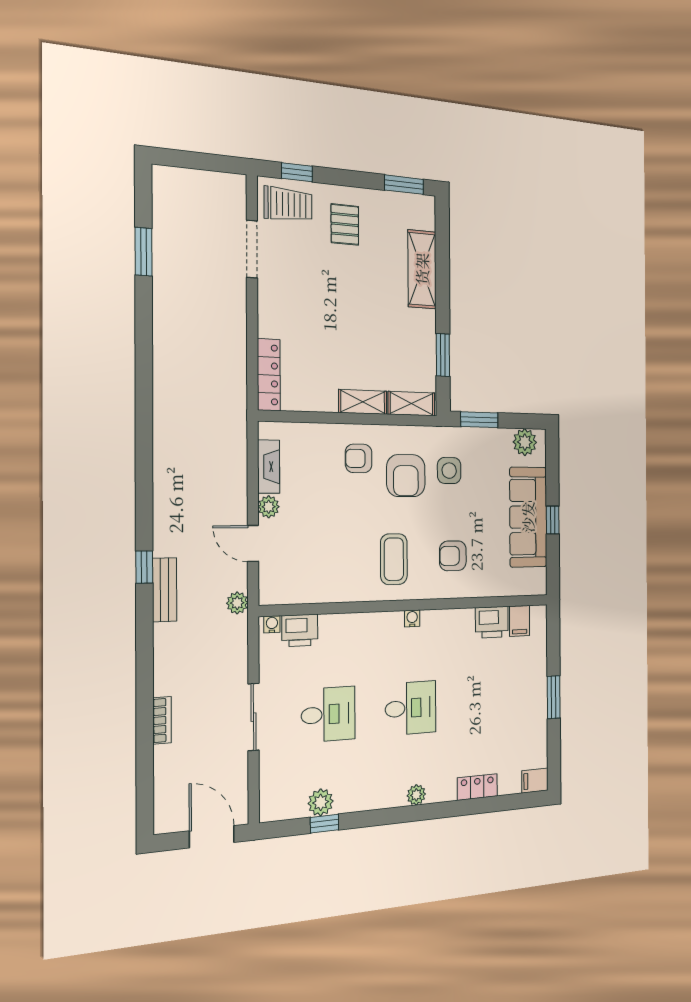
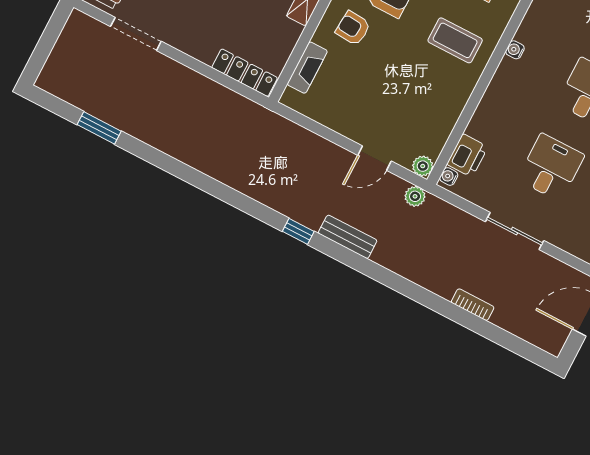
armchair: (359, 458) -> (353, 28), turned 94
fireplace: (269, 467) -> (307, 68), moved, turned 90
plant: (269, 507) -> (423, 166), moved
window: (144, 567) -> (298, 231), moved
bench: (165, 590) -> (348, 237), moved

